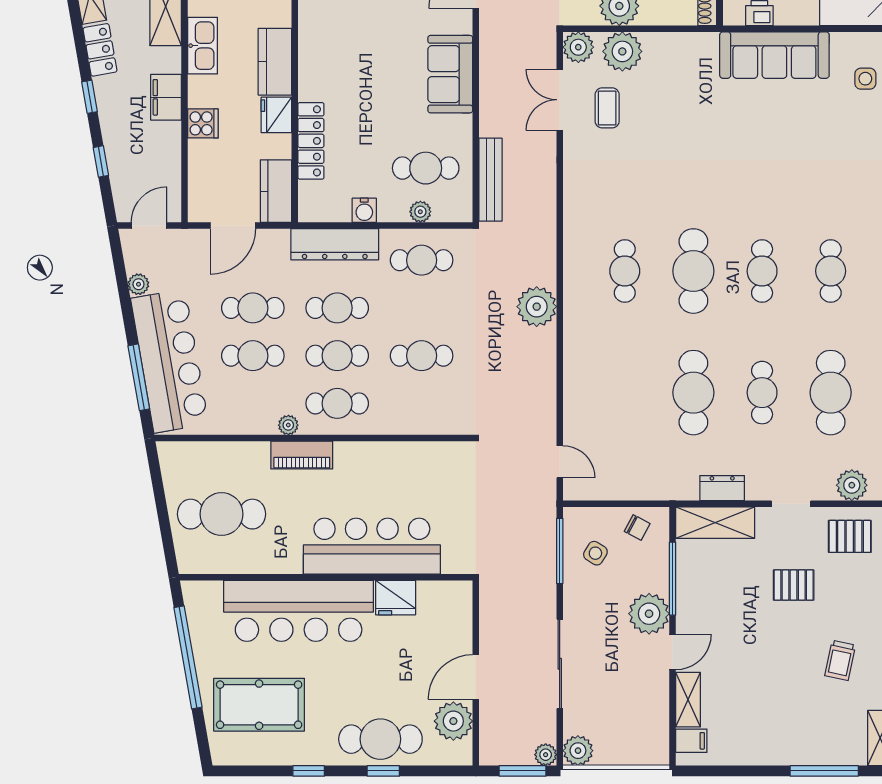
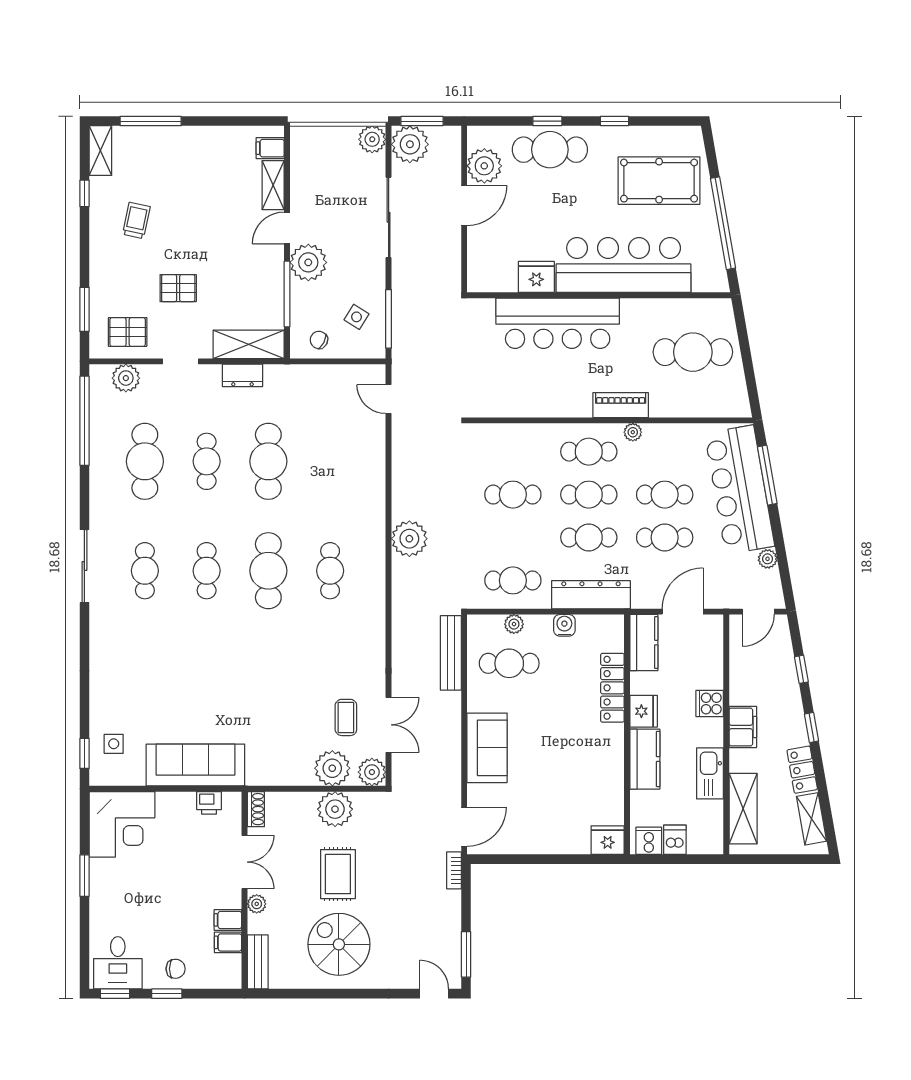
plant: (546, 755) -> (410, 144), width x1.87, depth x1.87

